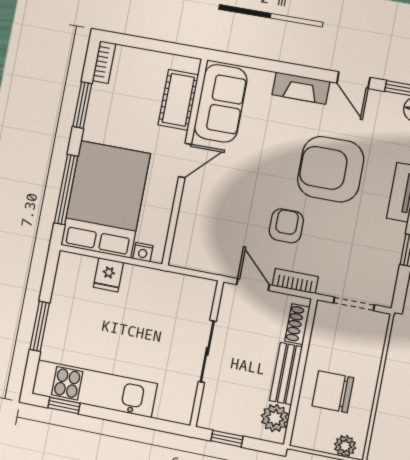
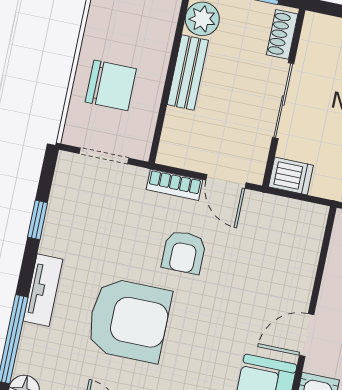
dishwasher: (200, 290) -> (291, 176), added
shoe rack: (297, 324) -> (282, 34), moved, turned 180
chair: (333, 392) -> (111, 85), moved

